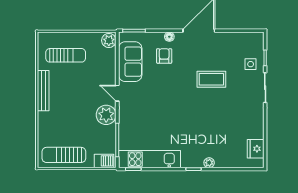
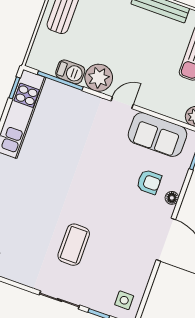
side table: (251, 64) -> (124, 300), moved
coffee table: (211, 79) -> (74, 245), moved
barbecue: (104, 161) -> (70, 72), moved, turned -90

